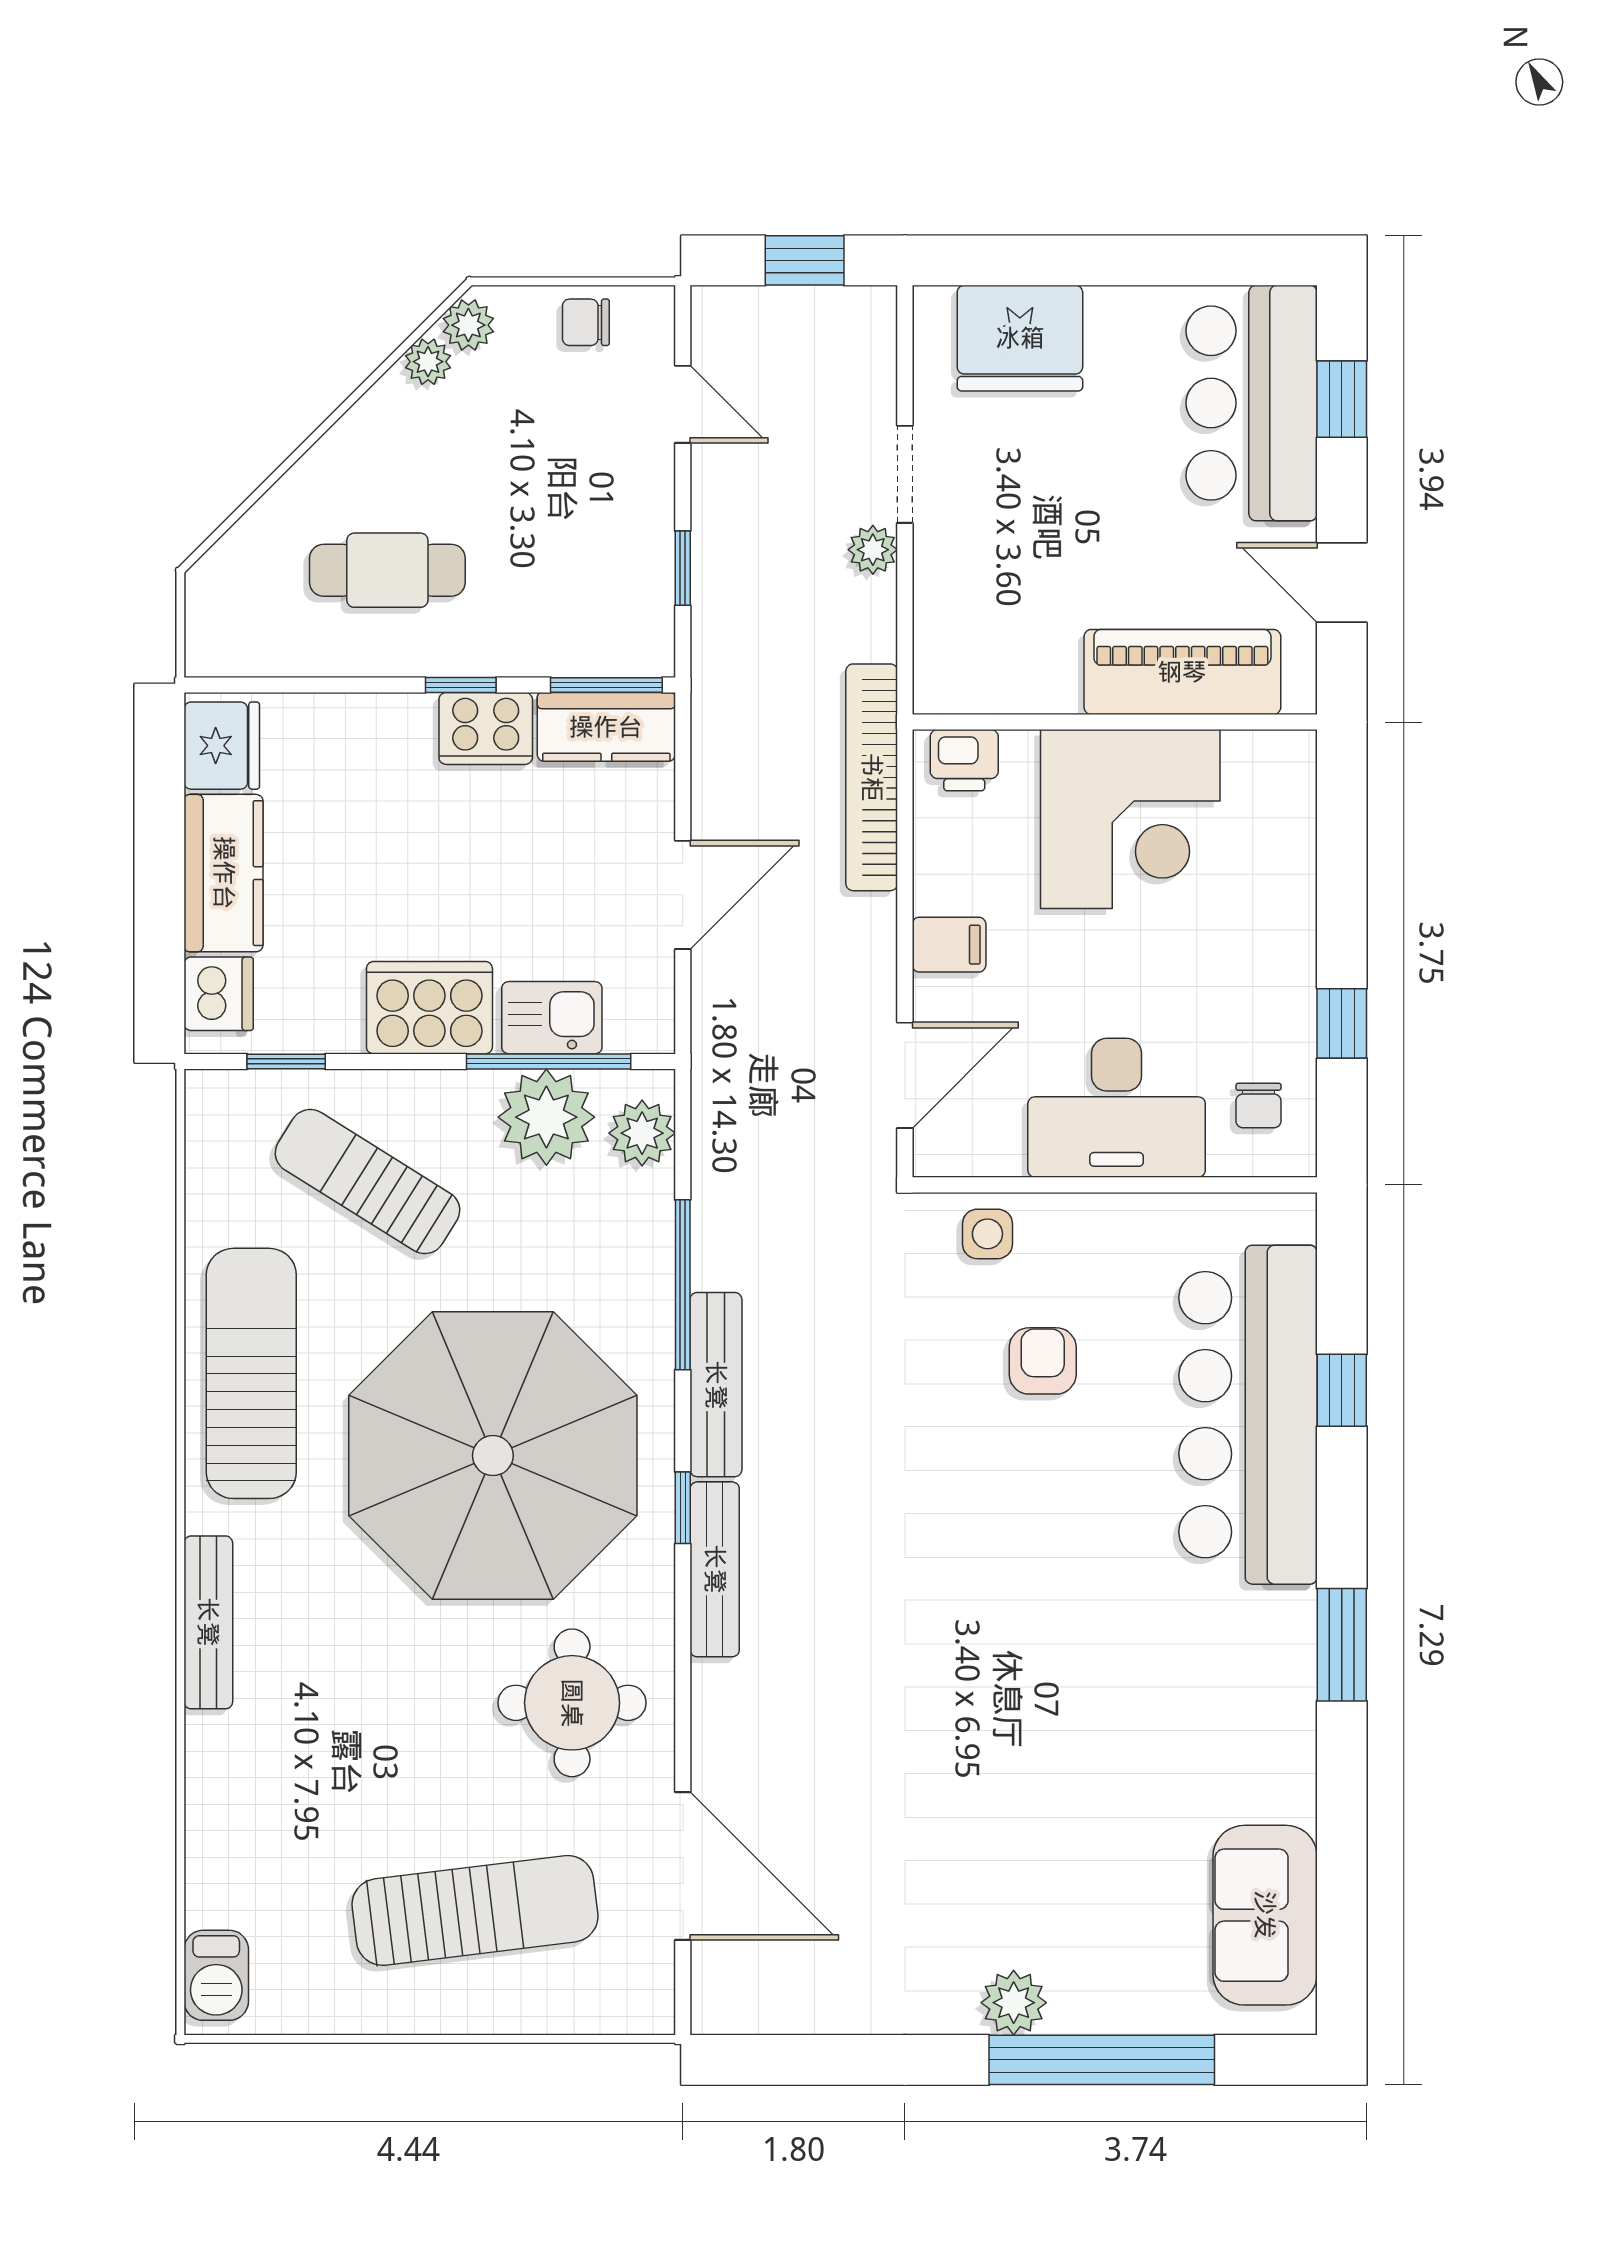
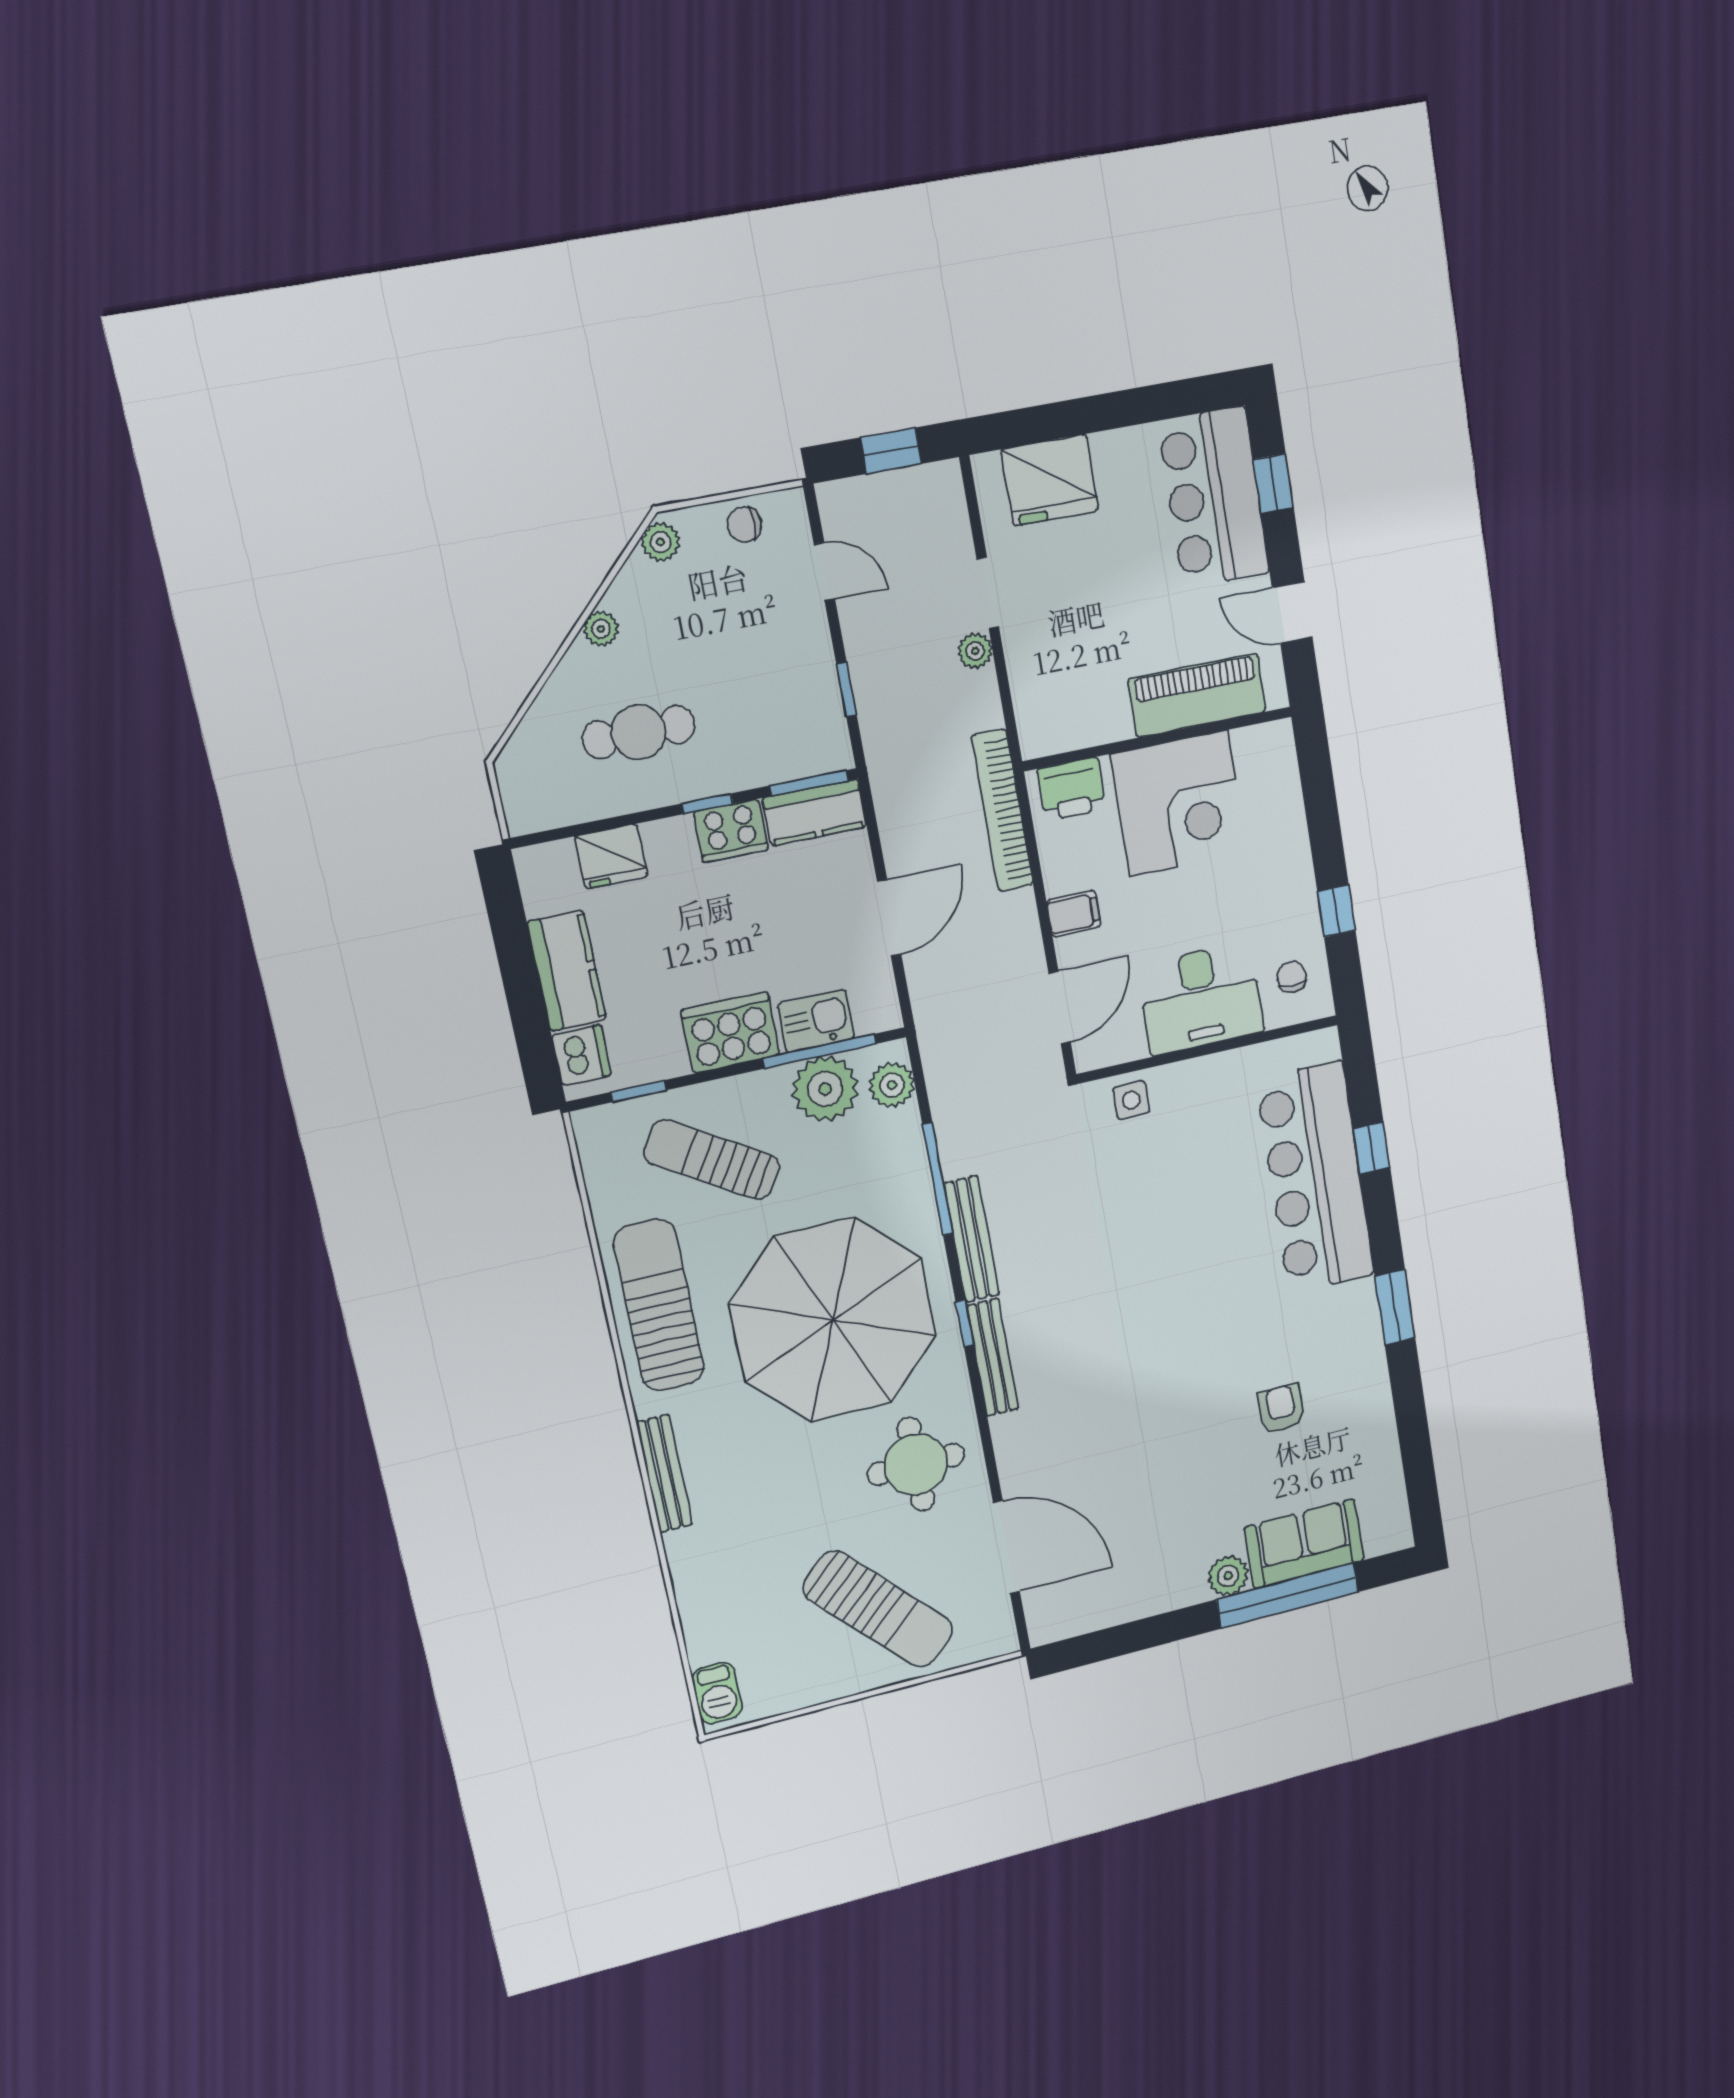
plant: (428, 362) -> (601, 629), moved
fridge: (222, 746) -> (611, 857), moved, turned 90
printer: (964, 760) -> (1071, 789), width x1.36, depth x1.24
chair: (1259, 1106) -> (1292, 977), turned 180
armchair: (1043, 1361) -> (1281, 1409), moved
sun lounger: (475, 1910) -> (878, 1609), turned 54
sofa: (1265, 1915) -> (1304, 1544), moved, turned 90

